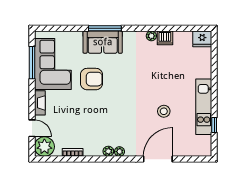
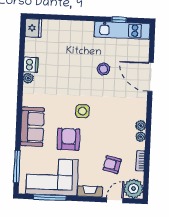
window: (105, 28) -> (17, 167), moved
side table: (120, 92) -> (82, 111), added
kitchen unit: (204, 107) -> (122, 30), moved
armchair: (68, 124) -> (112, 165), added
plant: (119, 152) -> (141, 137), moved

